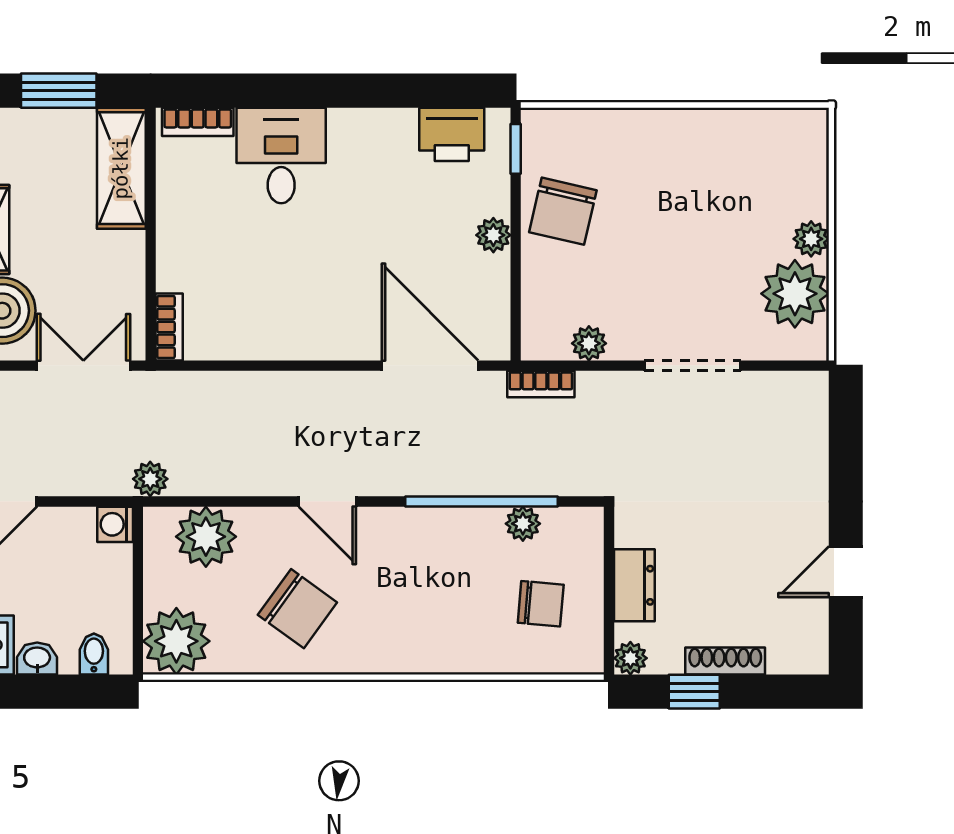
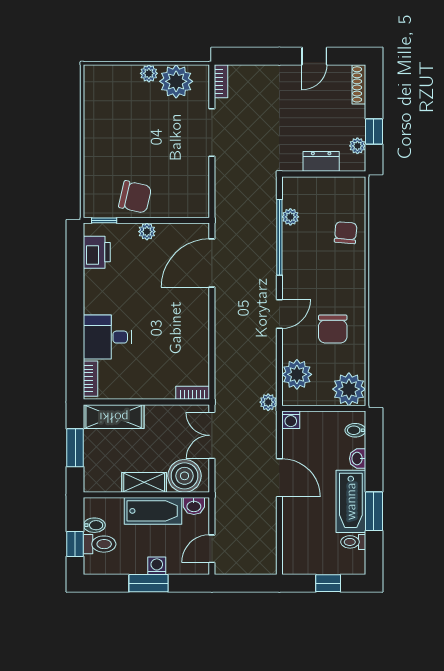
plant: (589, 343) -> (201, 184), removed
bookcase: (541, 384) -> (221, 81), moved
door: (846, 572) -> (314, 56), hinge flipped
chair: (541, 604) -> (346, 233), moved
chair: (297, 609) -> (333, 329), turned 144
plant: (630, 658) -> (357, 146), moved
shoe rack: (725, 661) -> (359, 84), moved

